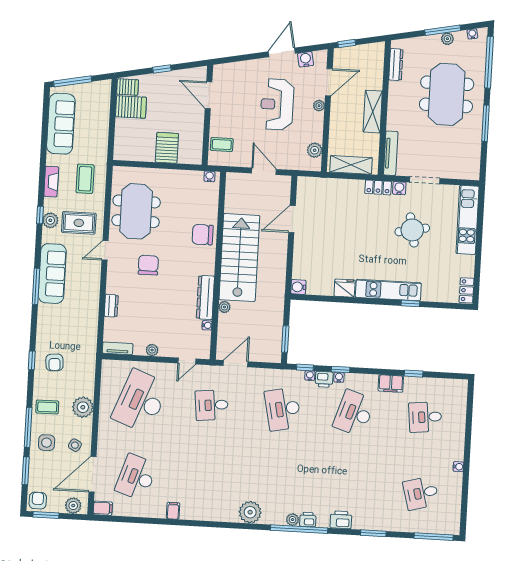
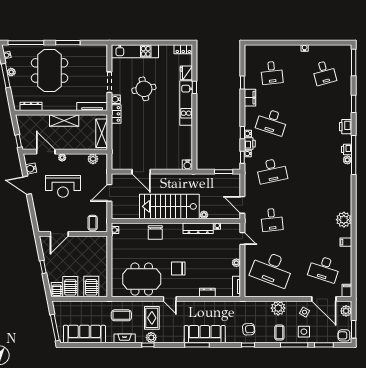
meeting table: (447, 94) -> (50, 70), turned 90
server rack: (167, 148) -> (91, 286), moved, turned 90
sofa: (52, 274) -> (205, 334), moved
fridge: (345, 288) -> (186, 73), moved
plant: (250, 512) -> (344, 220), moved

